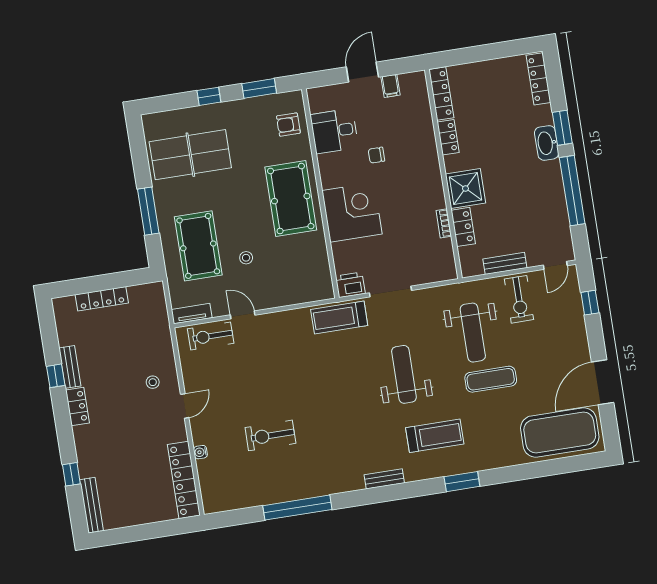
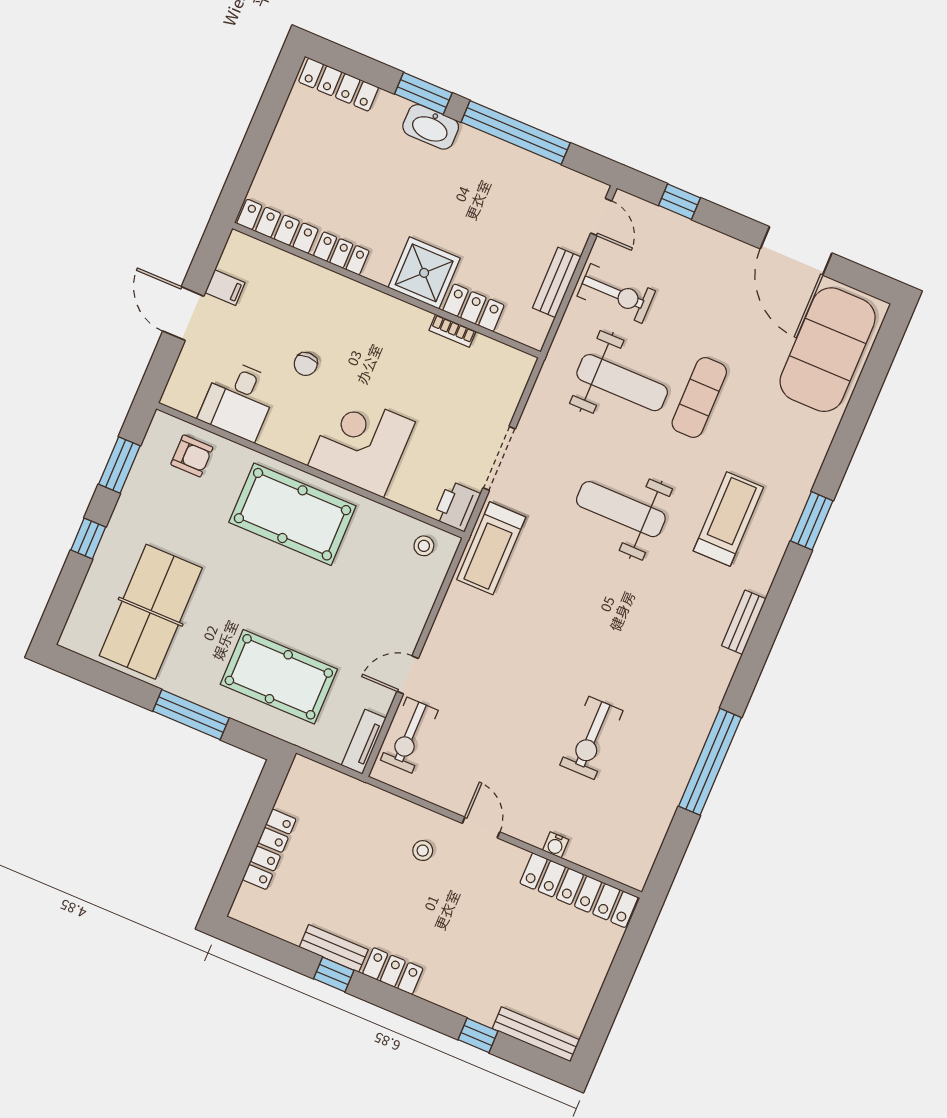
armchair: (288, 125) -> (192, 456), turned -90
stool: (246, 258) -> (424, 546), moved

